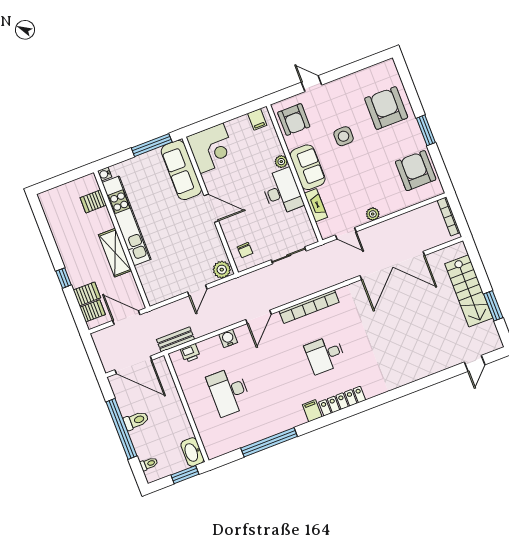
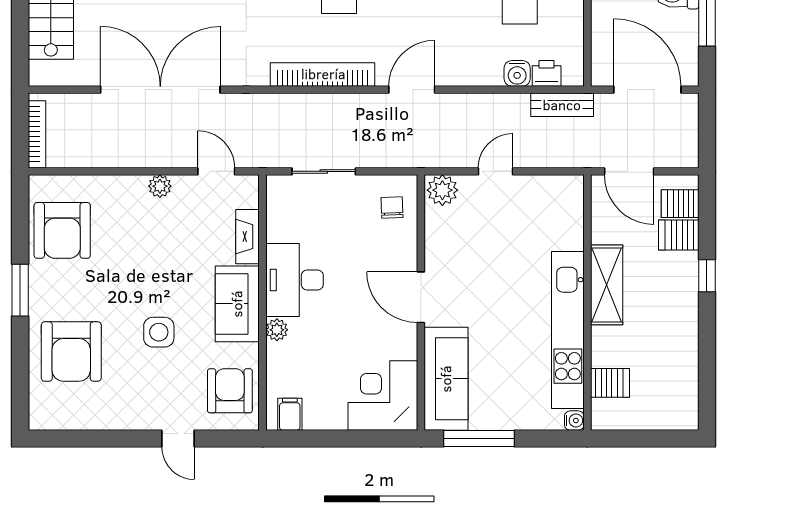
water cooler: (228, 338) -> (517, 73), moved

